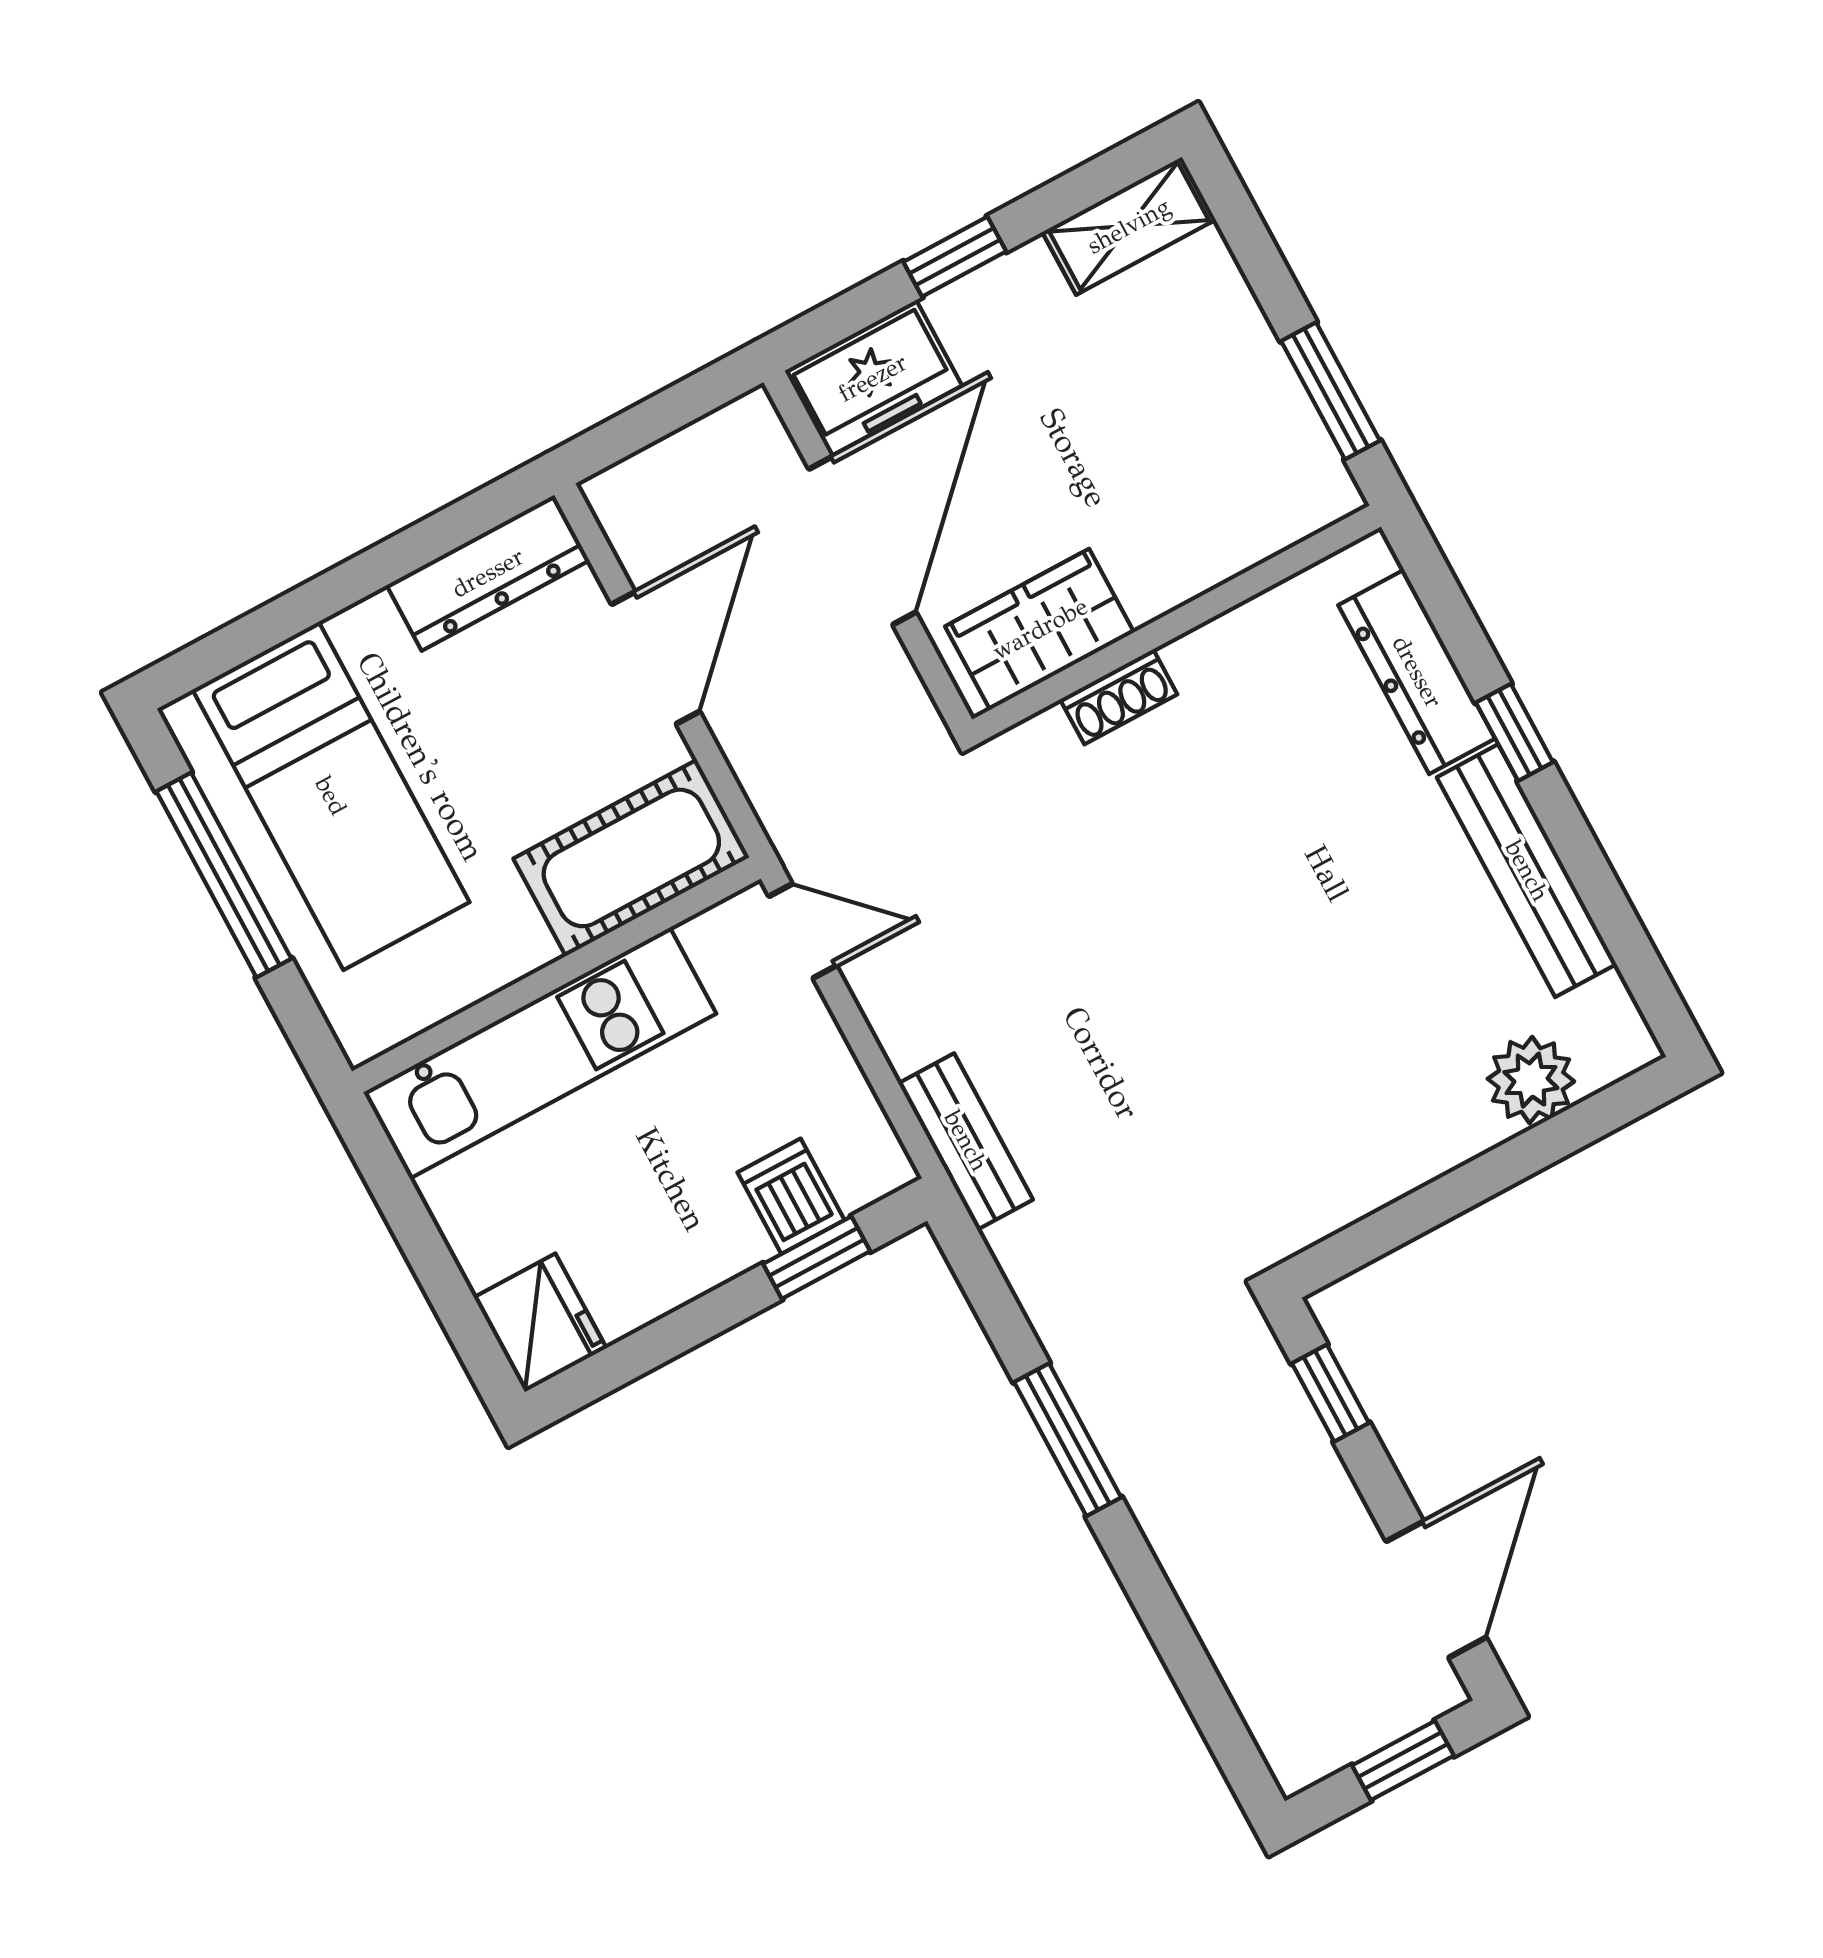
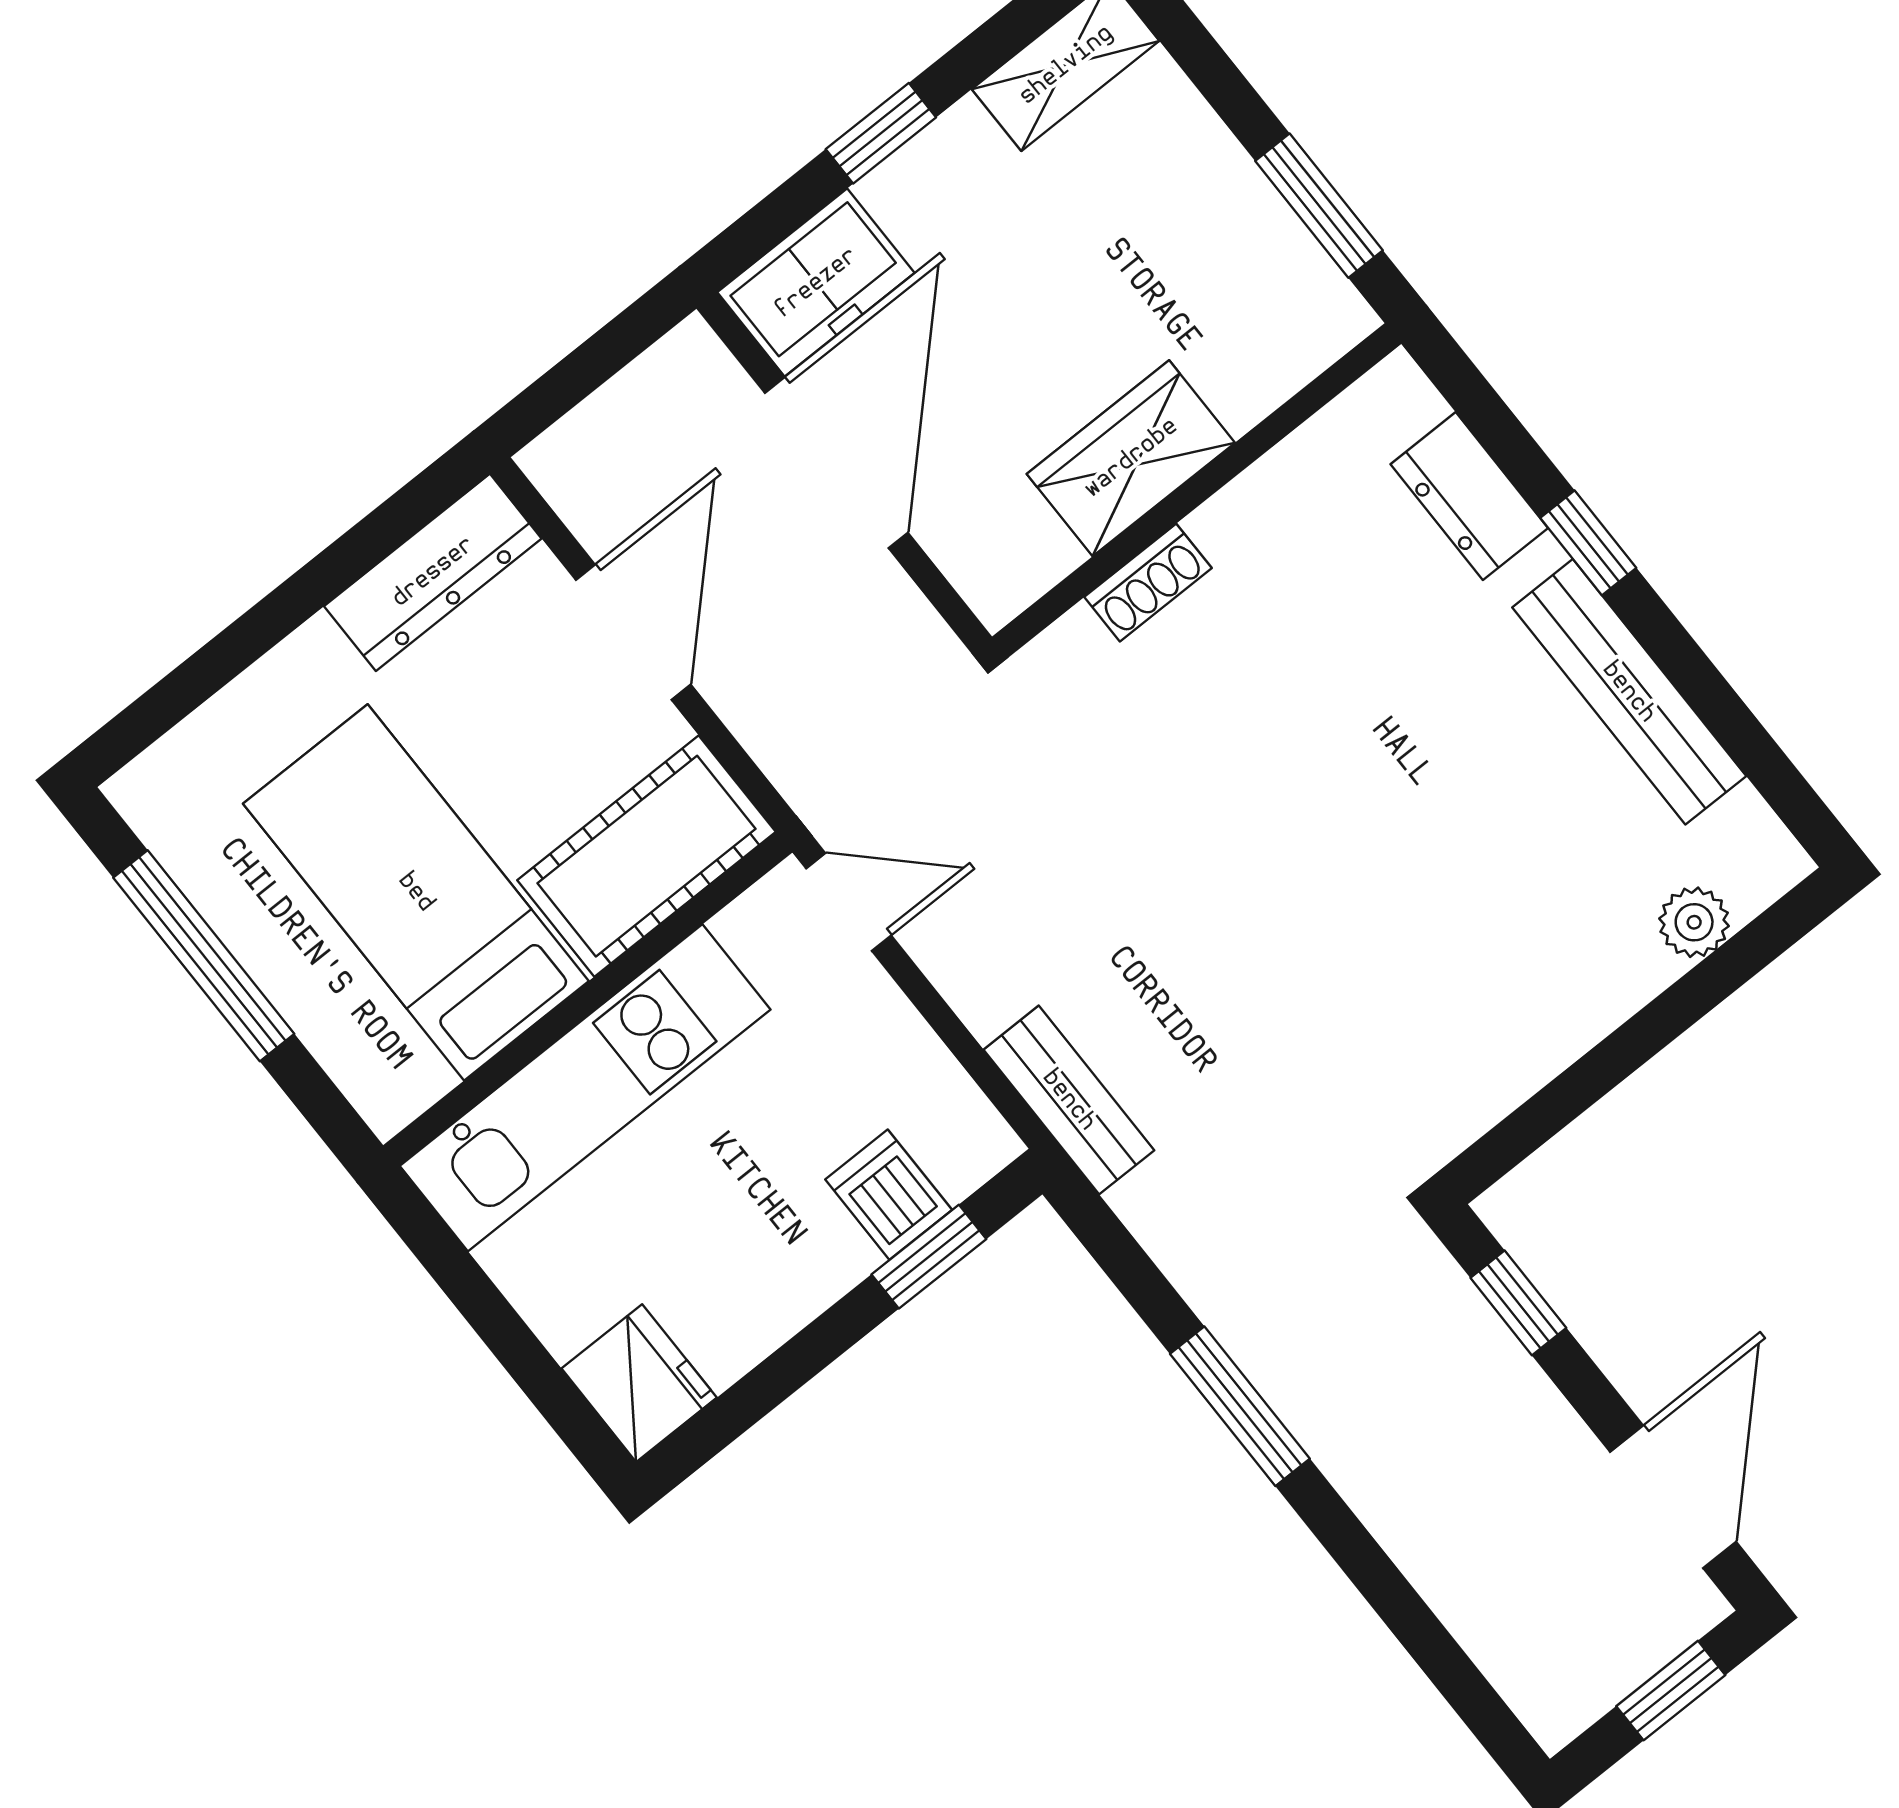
wardrobe: (1040, 629) -> (1131, 458), moved
dresser: (1417, 672) -> (1469, 496), width x0.70
bed: (331, 796) -> (416, 892), moved, turned 180
plant: (1531, 1080) -> (1694, 922), width x0.73, depth x0.73

